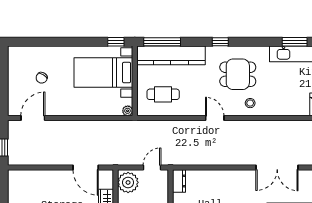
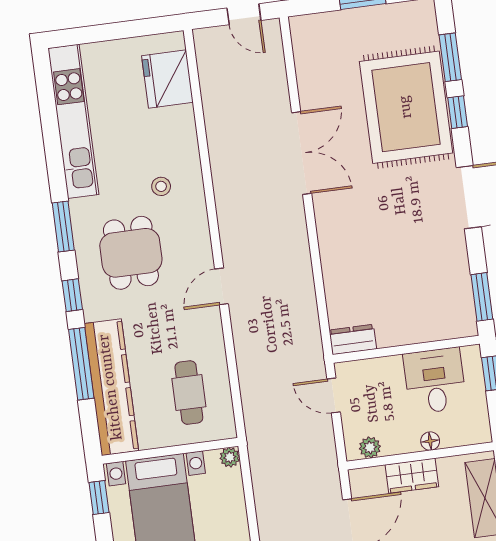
window: (162, 42) -> (81, 364), moved
window: (295, 42) -> (63, 226), moved
stool: (250, 103) -> (161, 186), moved
plant: (128, 182) -> (370, 447), width x0.53, depth x0.53

